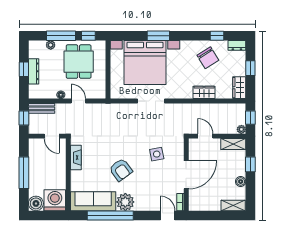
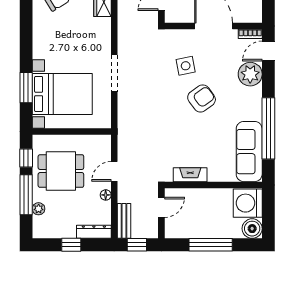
window: (158, 36) -> (26, 88), moved
bed with nightstands: (145, 63) -> (62, 94), width x0.73
dresser: (34, 71) -> (94, 232), moved
armchair: (121, 170) -> (202, 98), moved
plant: (125, 202) -> (250, 74), moved

